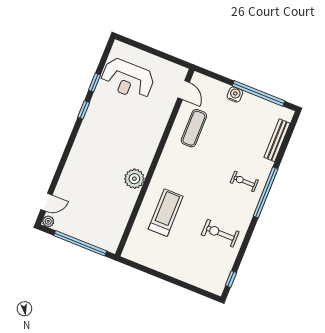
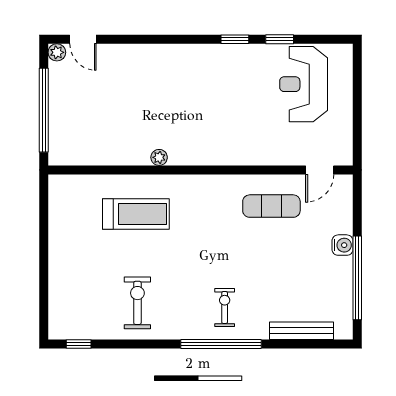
plant: (134, 179) -> (159, 157), width x0.53, depth x0.53

